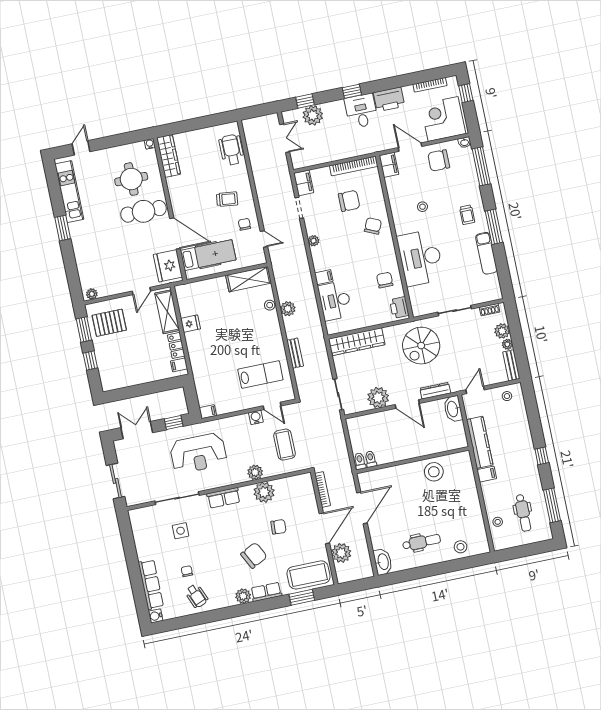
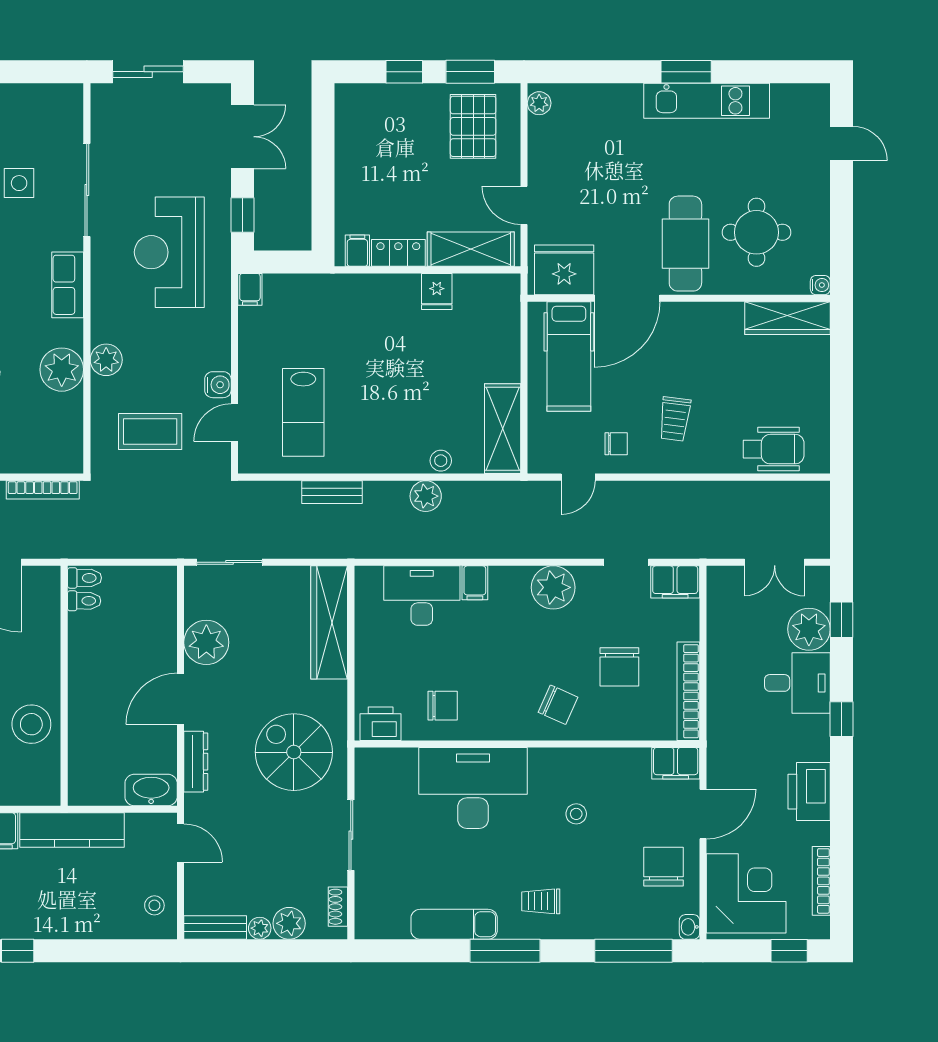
desk: (361, 111) -> (797, 683), moved
kitchen unit: (69, 192) -> (707, 101), moved
plant: (313, 241) -> (553, 587), width x1.87, depth x1.87

